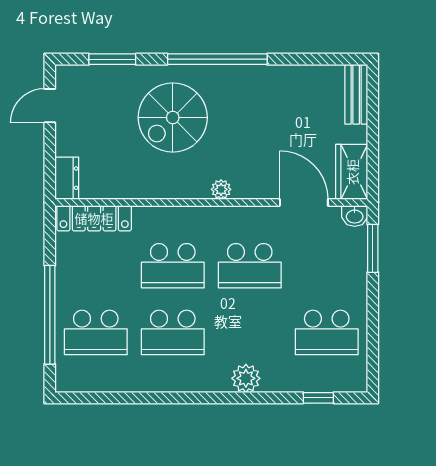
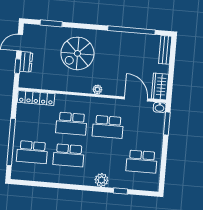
window: (217, 59) -> (131, 30), moved
window: (50, 155) -> (18, 66), added
dresser: (67, 178) -> (26, 62), moved
window: (318, 398) -> (120, 191), moved

